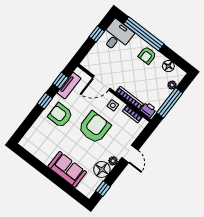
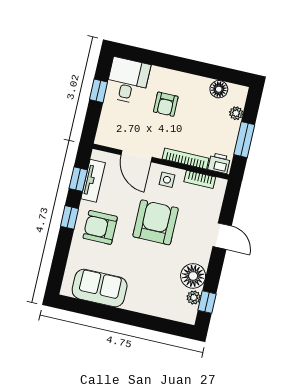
window: (144, 34) -> (164, 60), removed
armchair: (147, 55) -> (166, 104), moved
door: (101, 83) -> (136, 156), hinge flipped
window: (170, 103) -> (244, 140), width x0.69
plant: (113, 161) -> (194, 297), moved
sofa: (67, 169) -> (100, 288), moved

